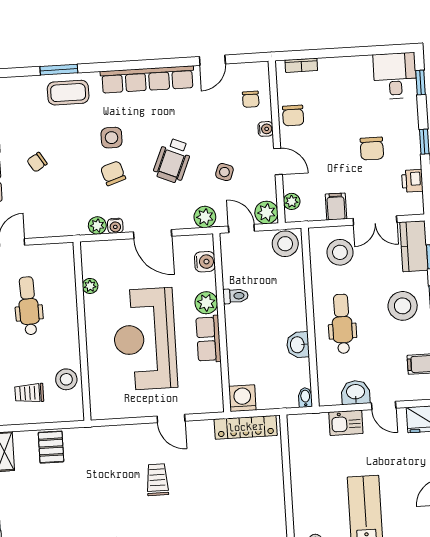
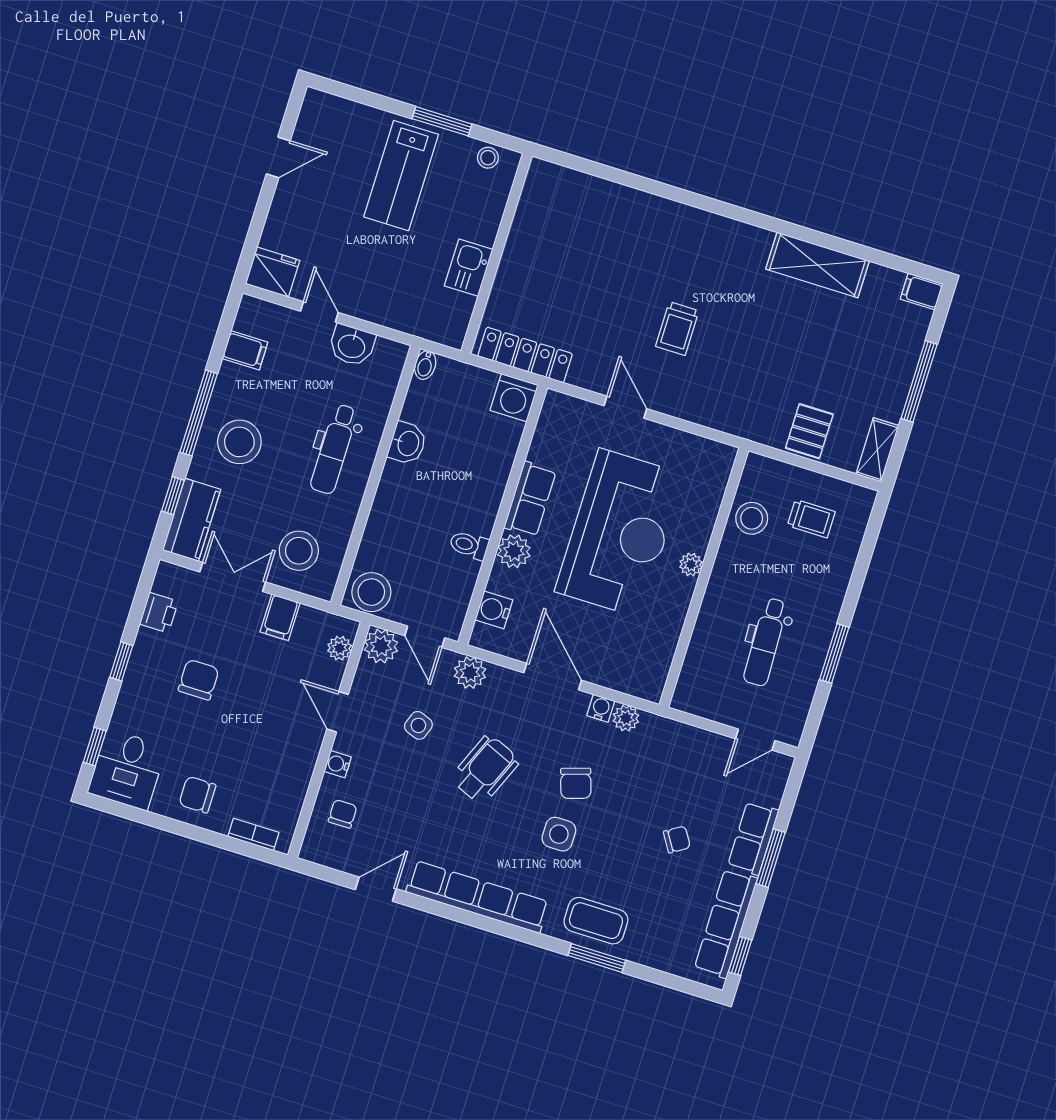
chair: (293, 116) -> (197, 795), moved, turned -90
plant: (90, 286) -> (691, 564), moved
kitchen sink: (346, 423) -> (469, 268), moved, turned -90

